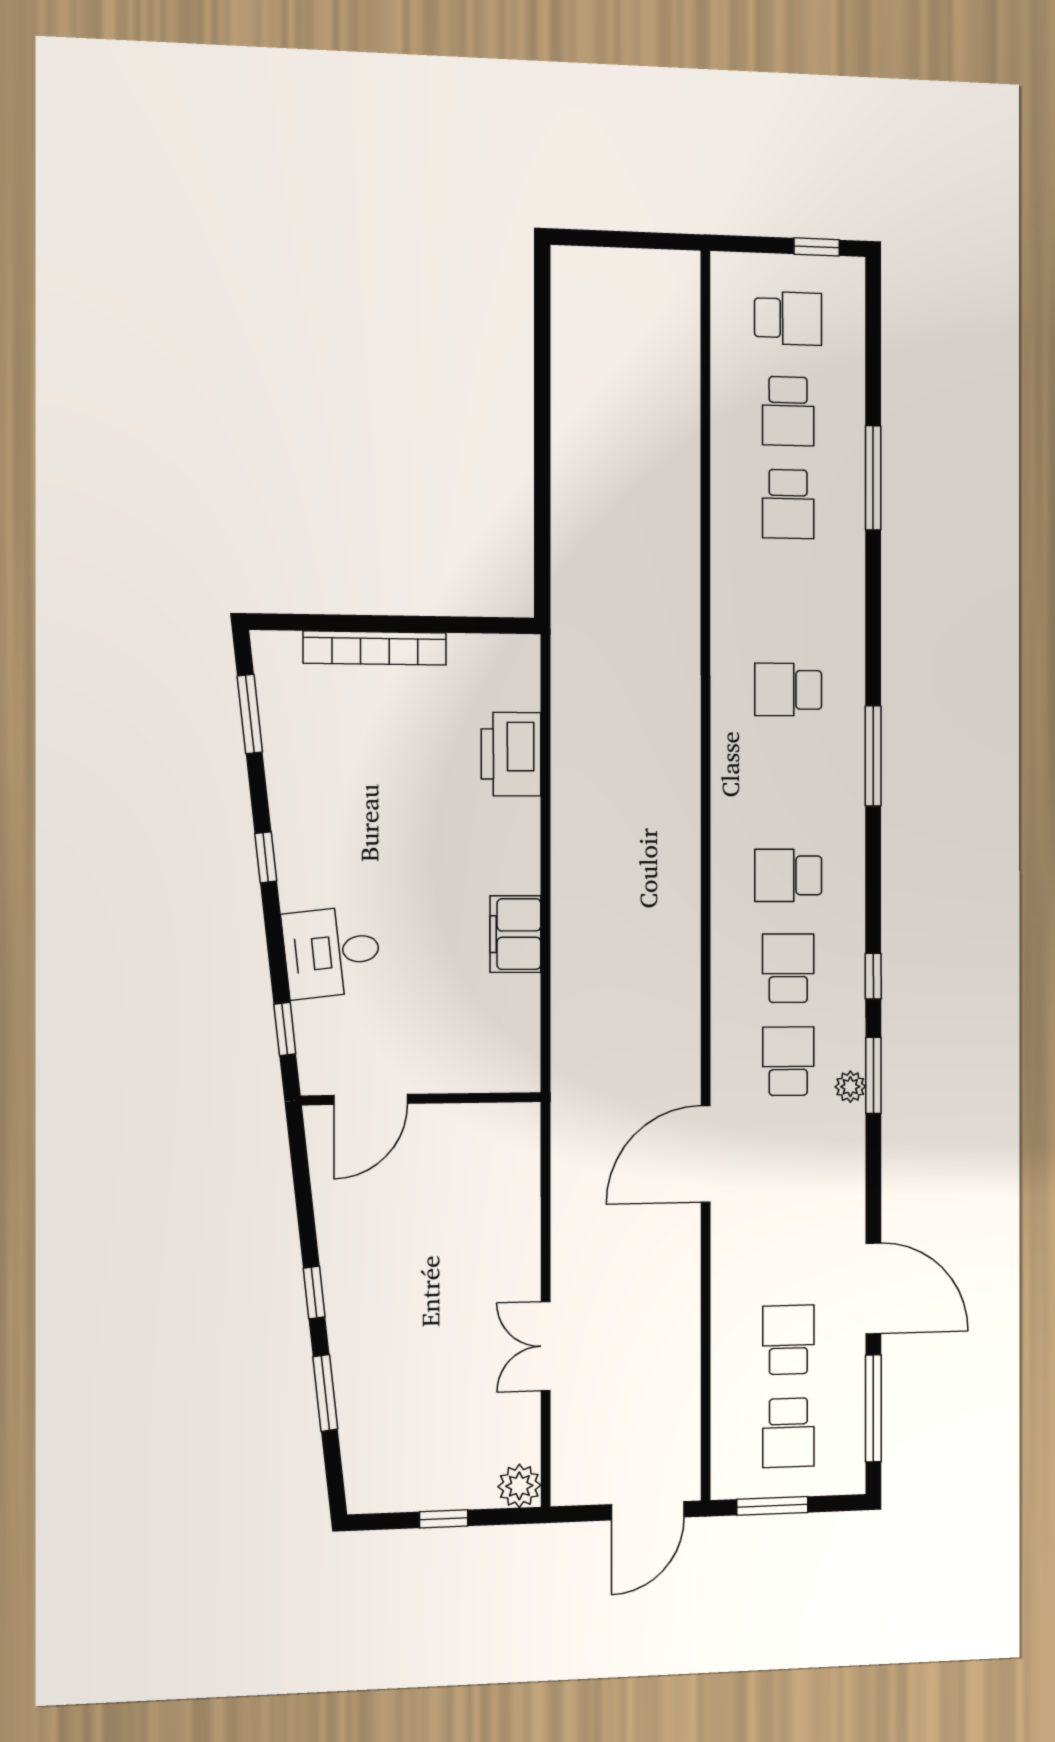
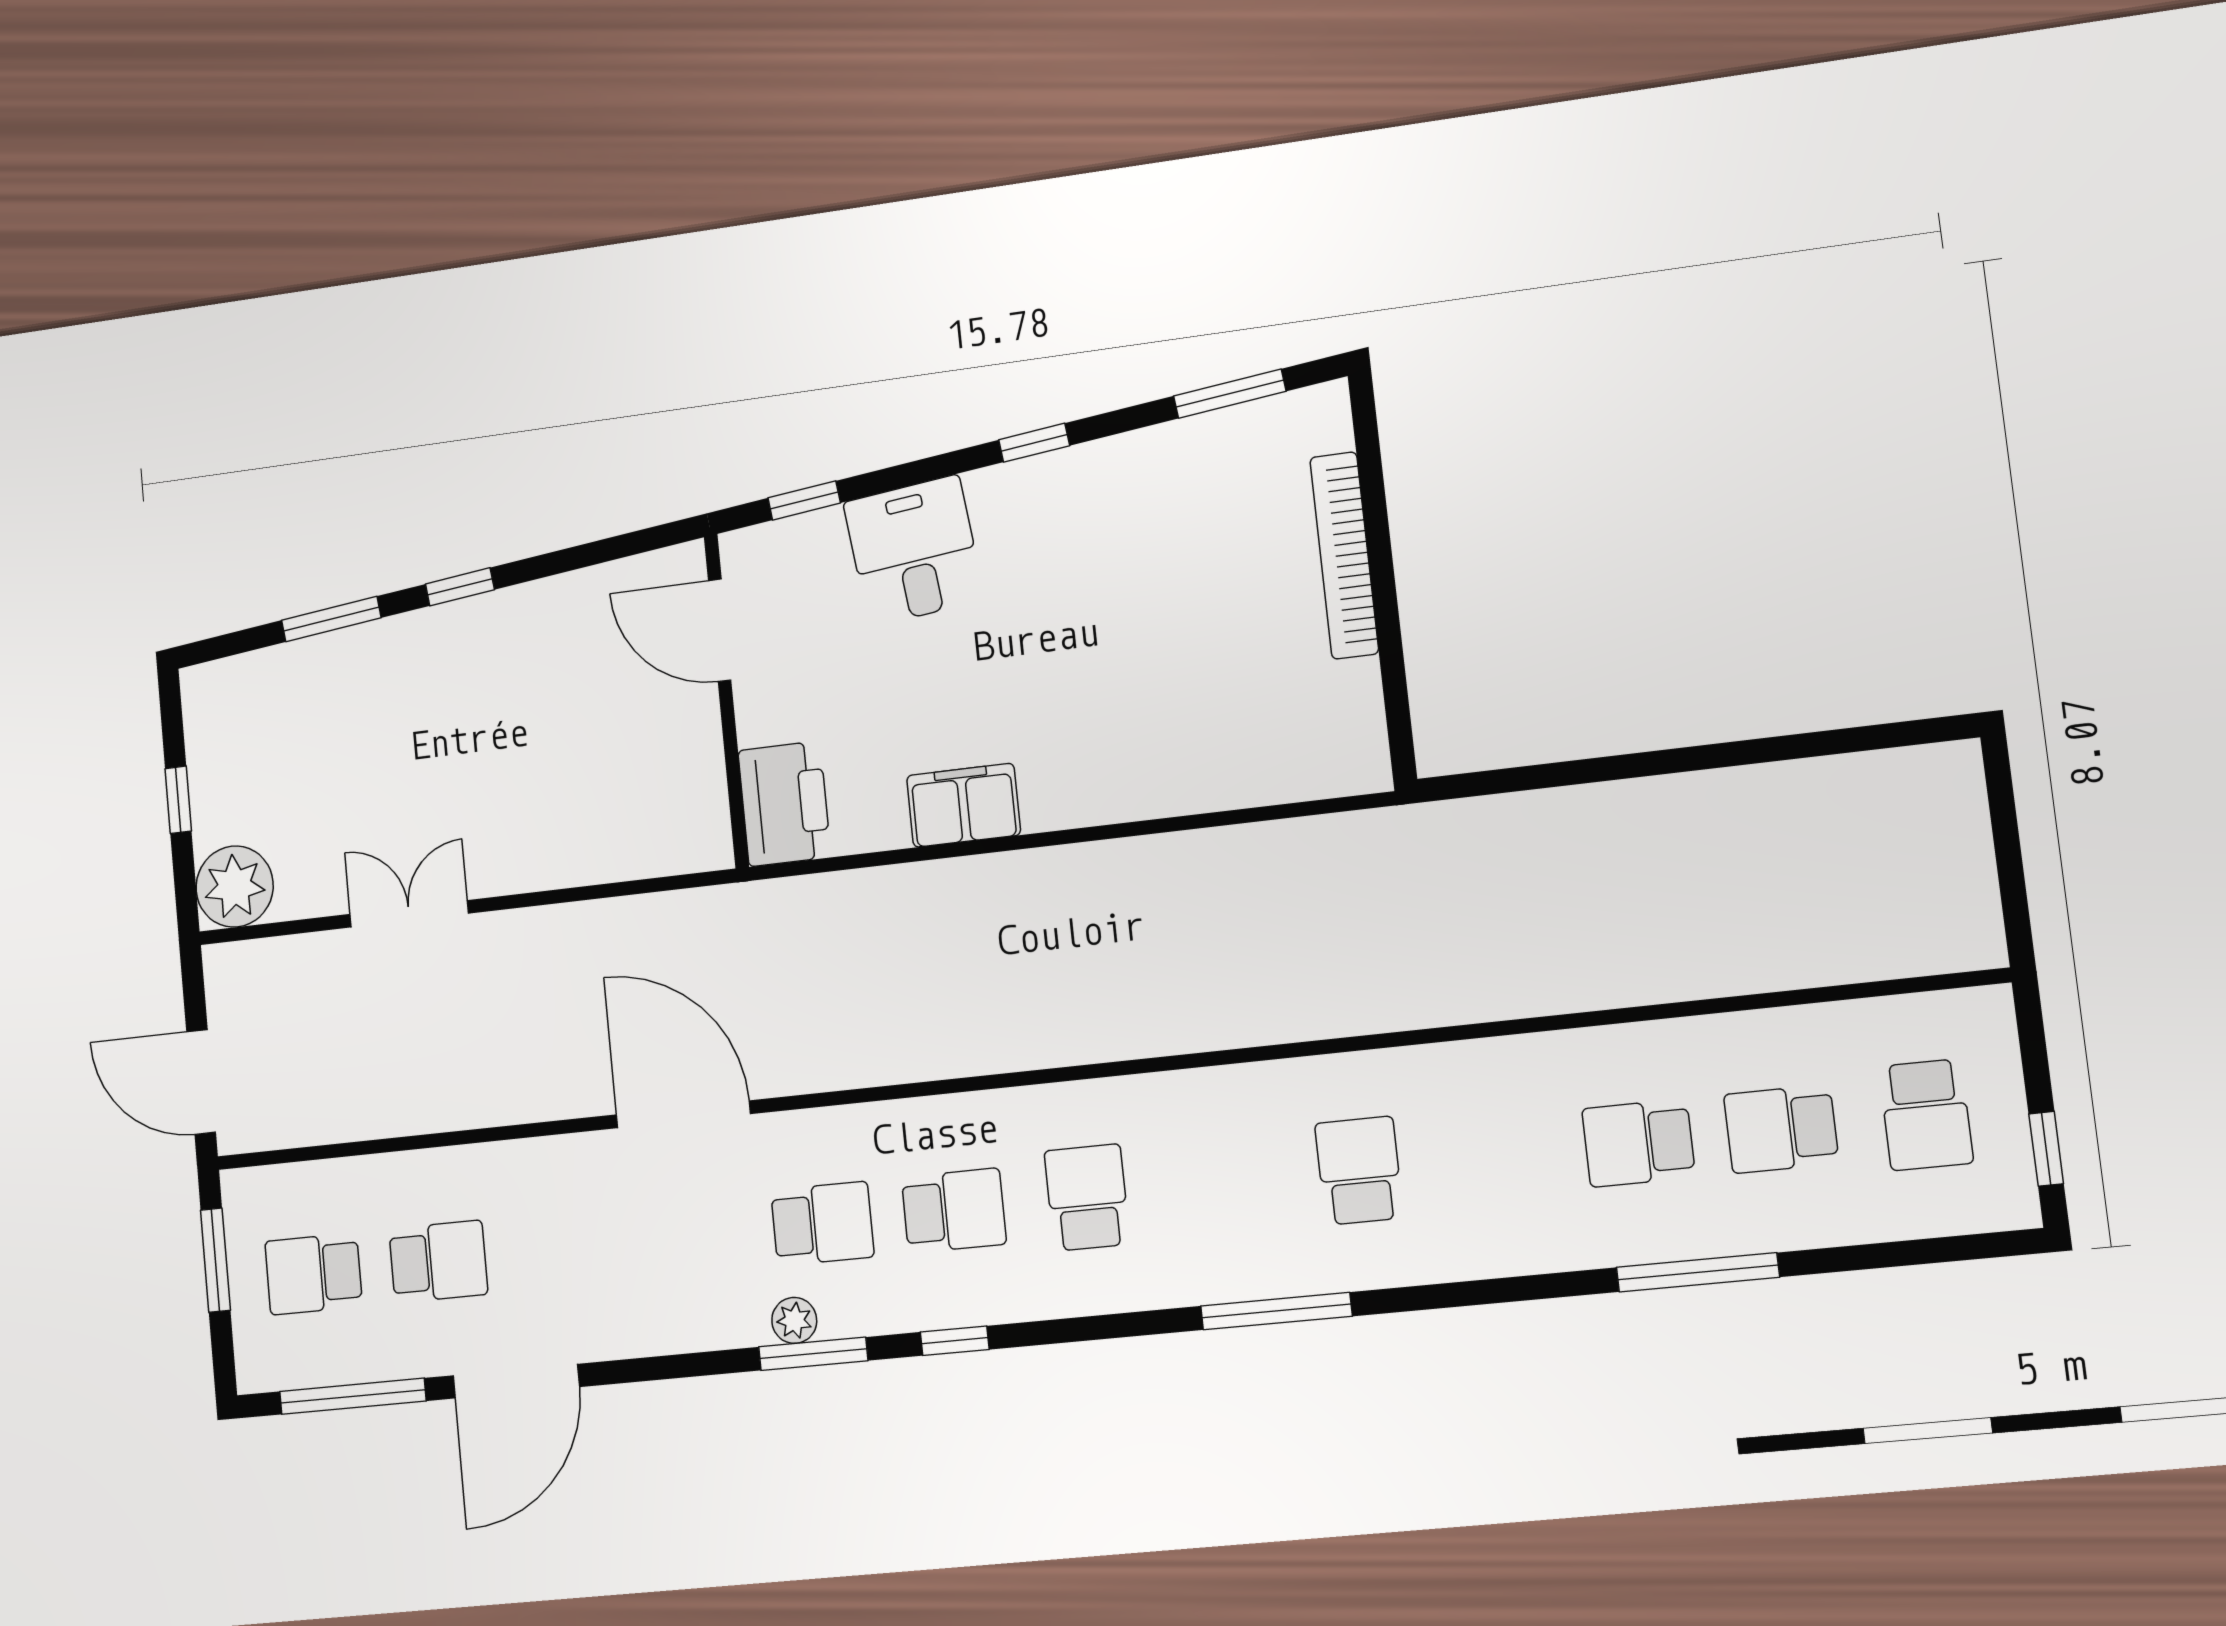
printer: (511, 754) -> (784, 804), moved, turned 90
plant: (519, 1486) -> (235, 887), width x1.36, depth x1.36

